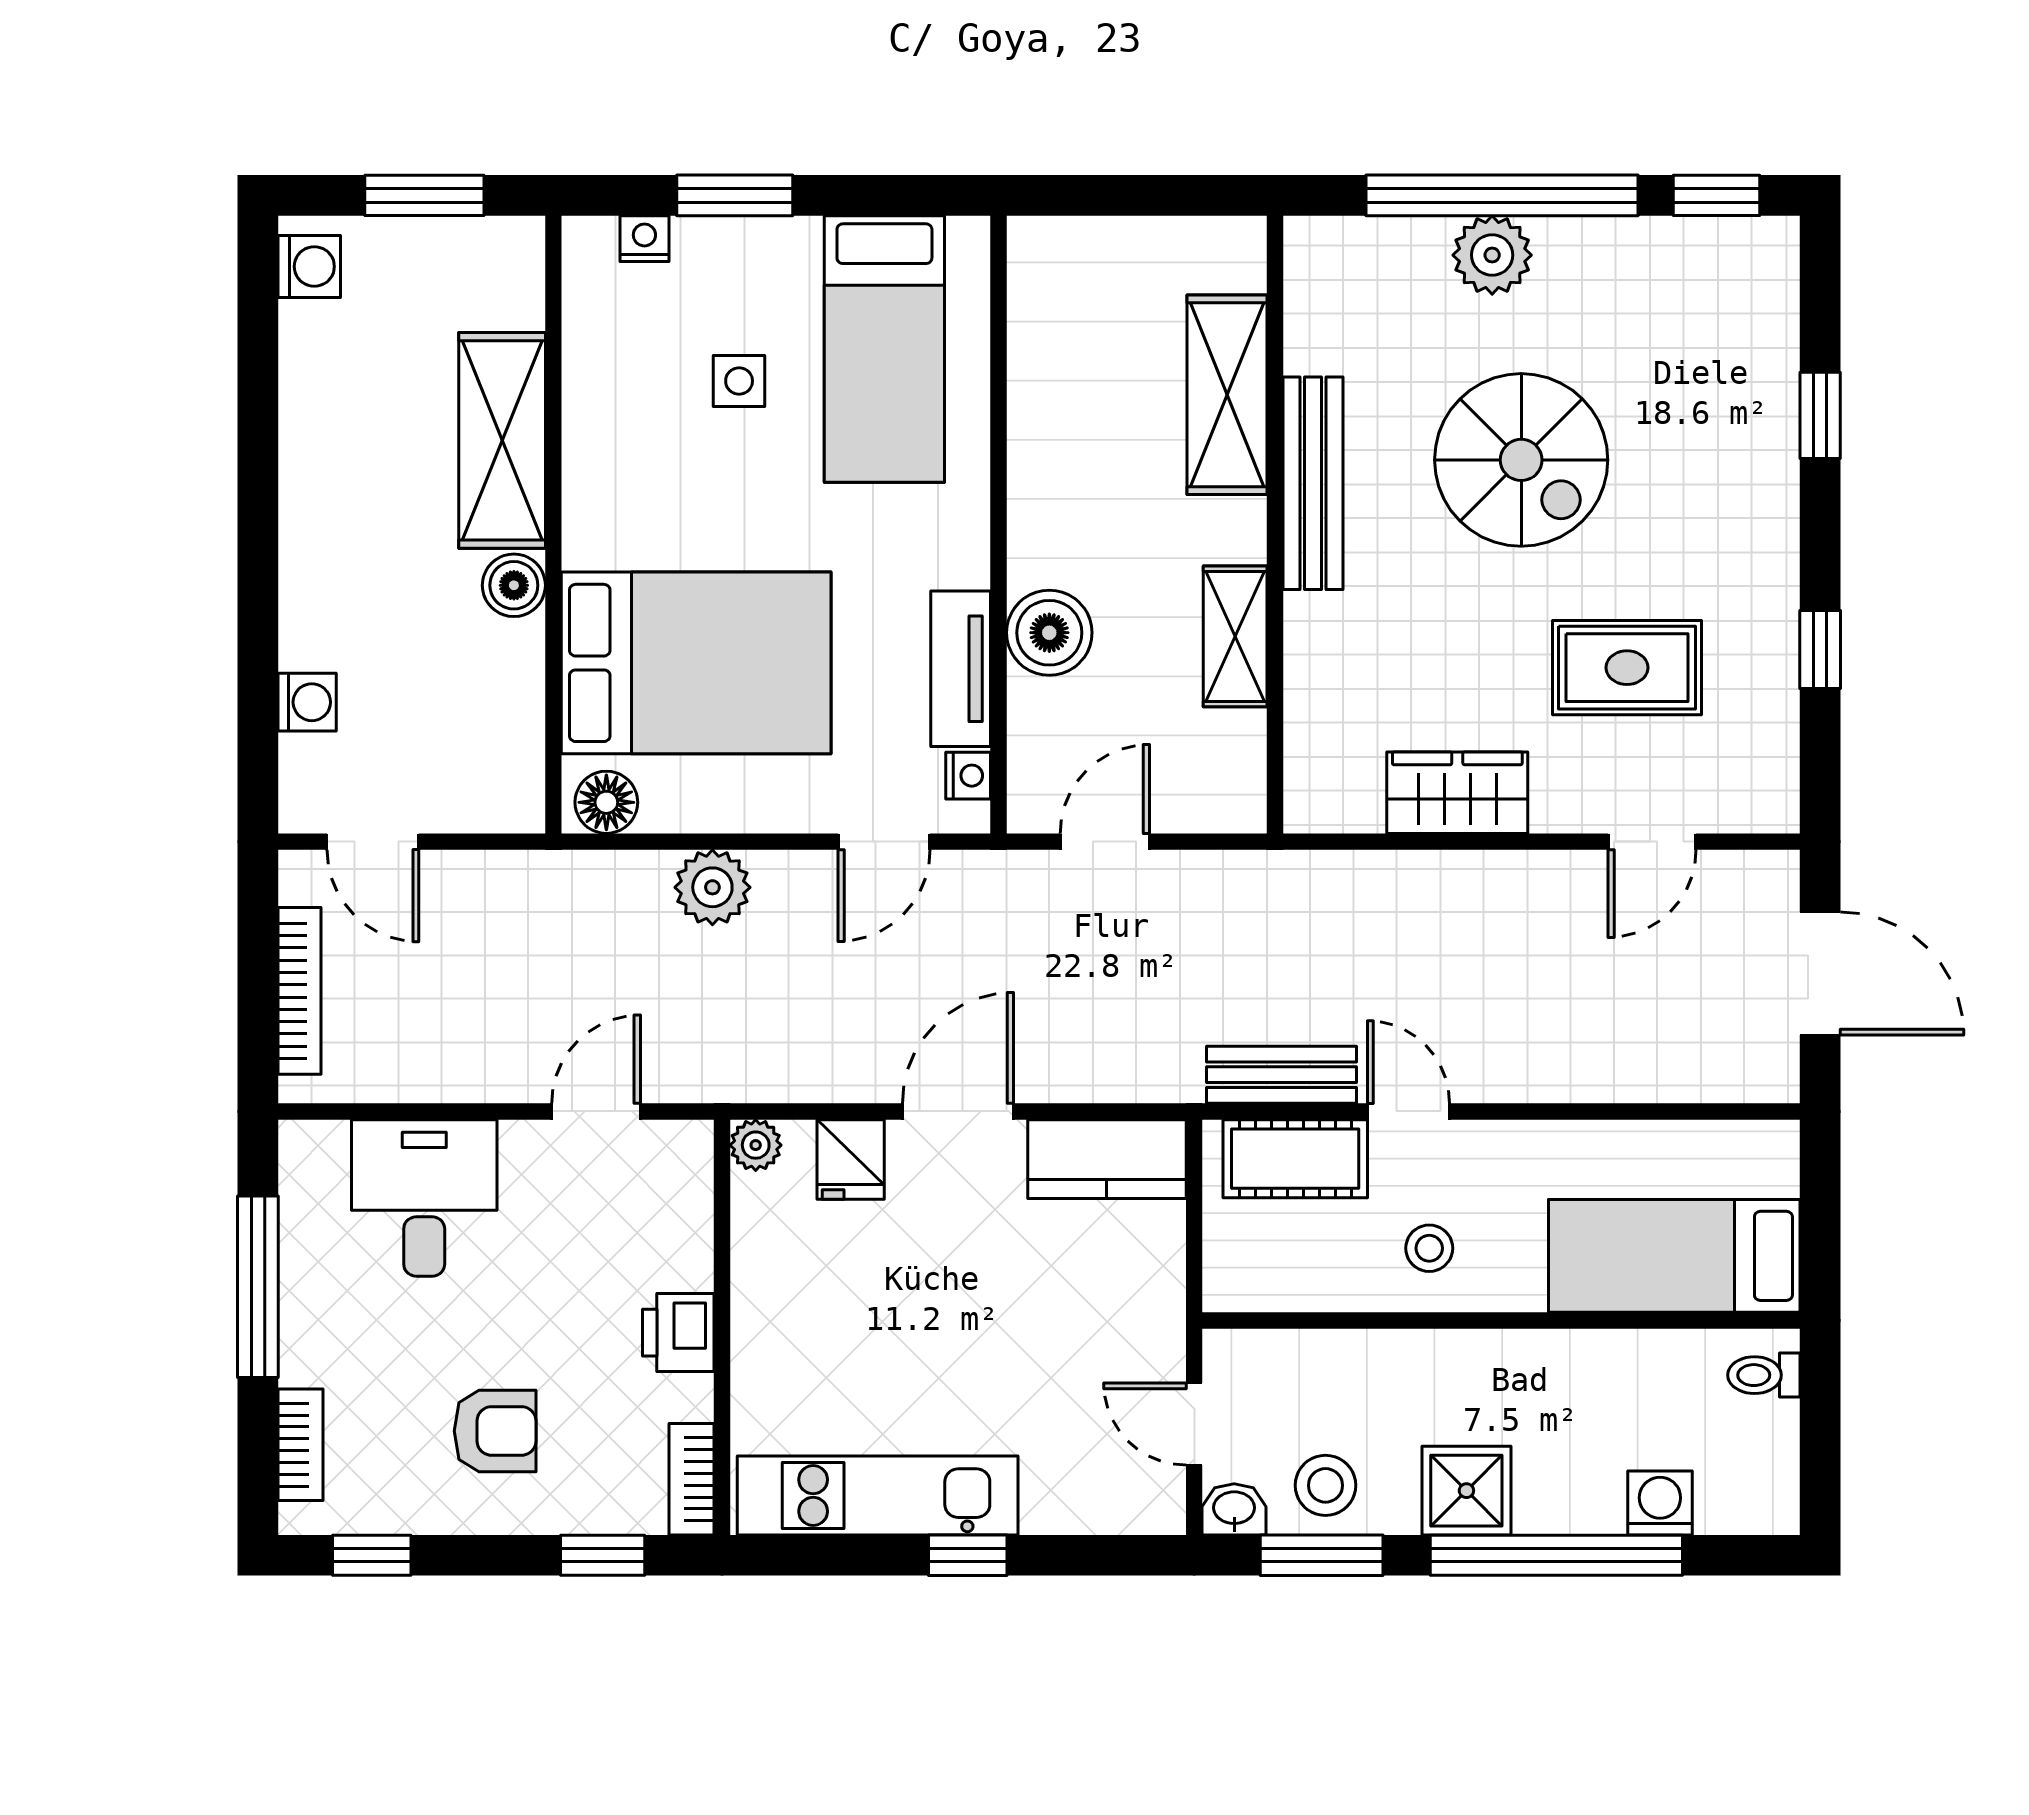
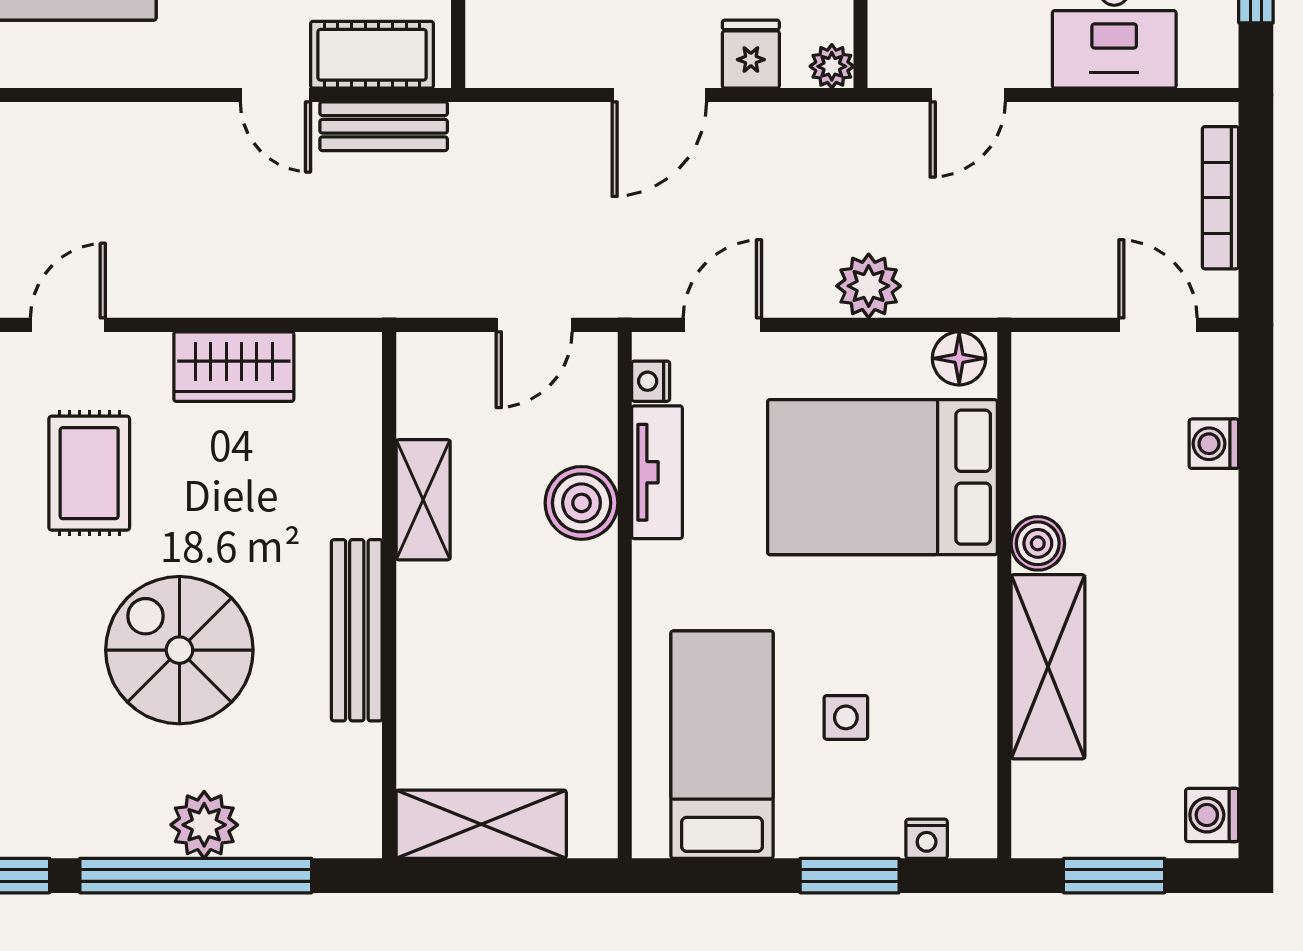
shelving: (1227, 395) -> (481, 824), moved, turned 90
rug: (1627, 668) -> (89, 473), turned 90
kitchen counter: (1107, 1159) -> (532, 54), removed

